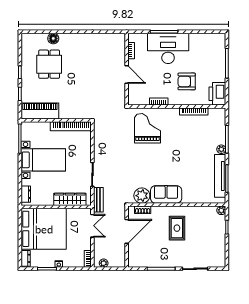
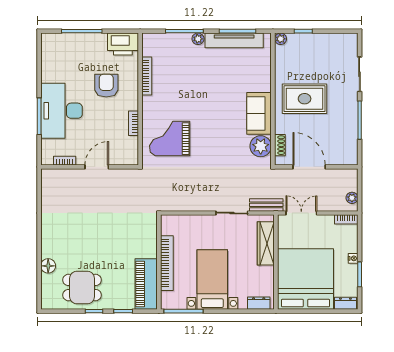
dining table: (49, 64) -> (82, 288), moved
armchair: (187, 81) -> (106, 86), turned 180
bookcase: (71, 126) -> (167, 263), moved
rug: (177, 228) -> (305, 99), width x1.36, depth x1.43

